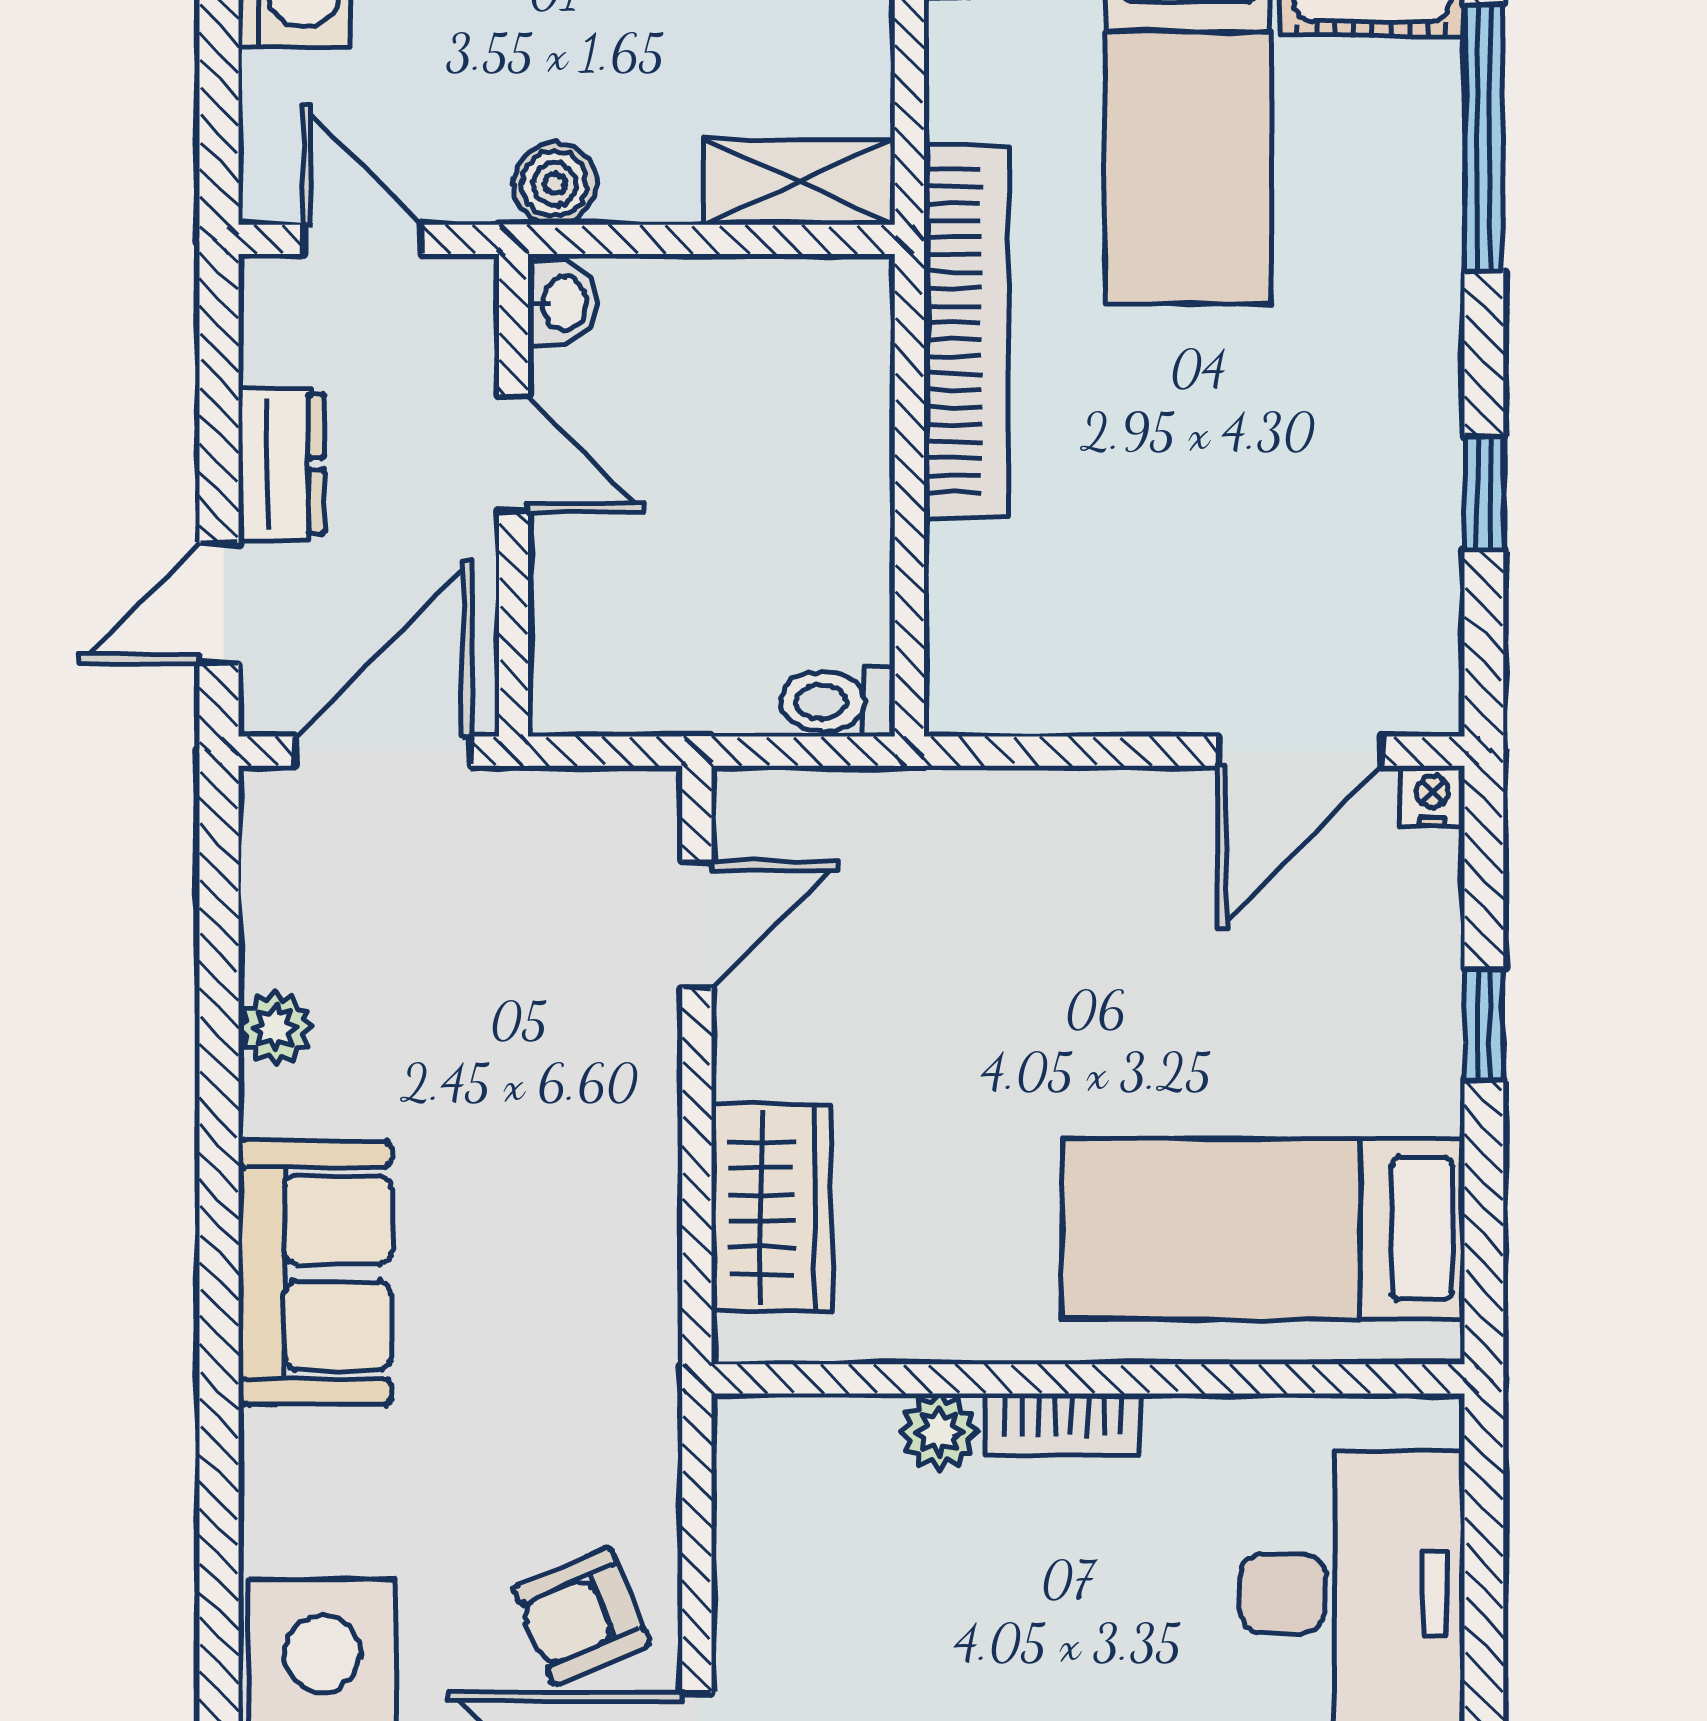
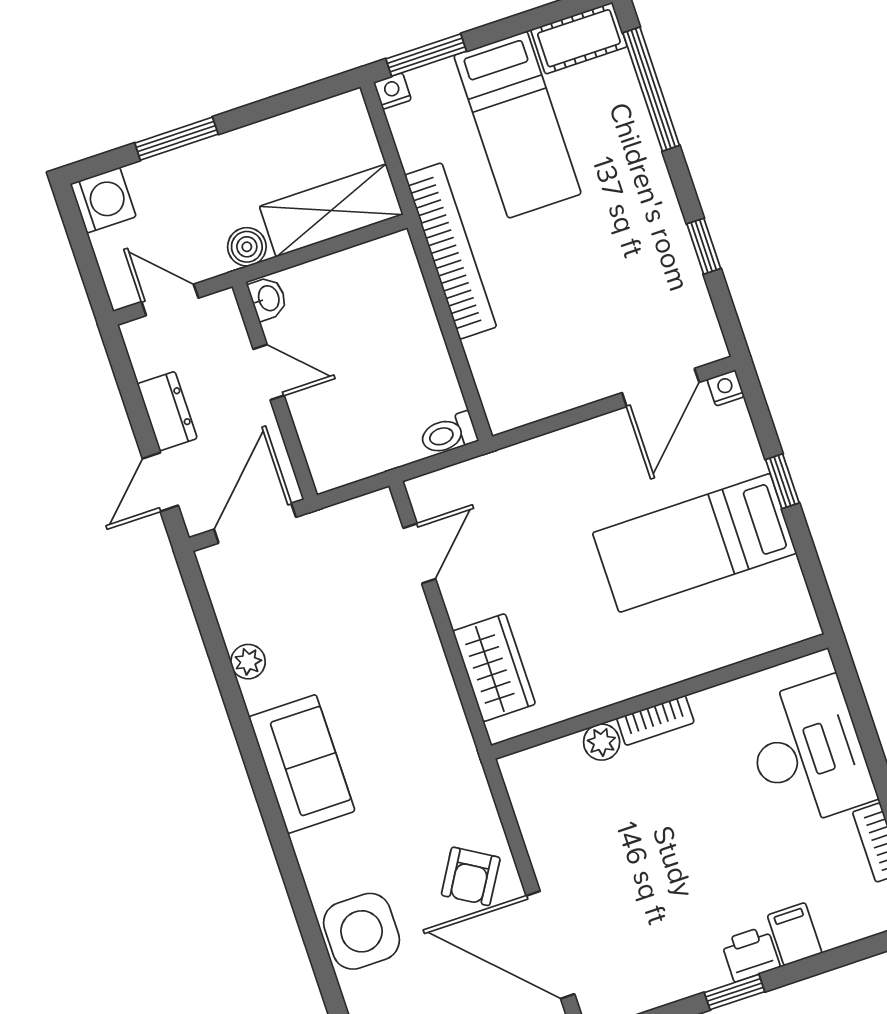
shelving: (799, 182) -> (331, 210), width x1.50, depth x1.33
bed: (1263, 1229) -> (695, 543), moved
armchair: (582, 1616) -> (471, 876), turned -36

